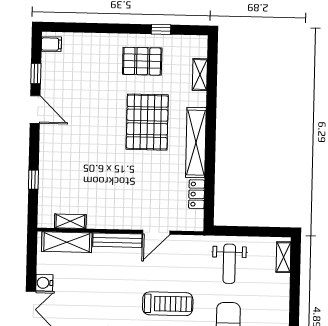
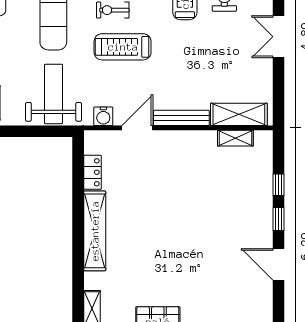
window: (36, 74) -> (278, 219), moved
pallet: (147, 122) -> (151, 253), removed
weight bench: (229, 264) -> (54, 94), width x1.36, depth x1.33
water cooler: (44, 283) -> (103, 116), moved, turned 90

